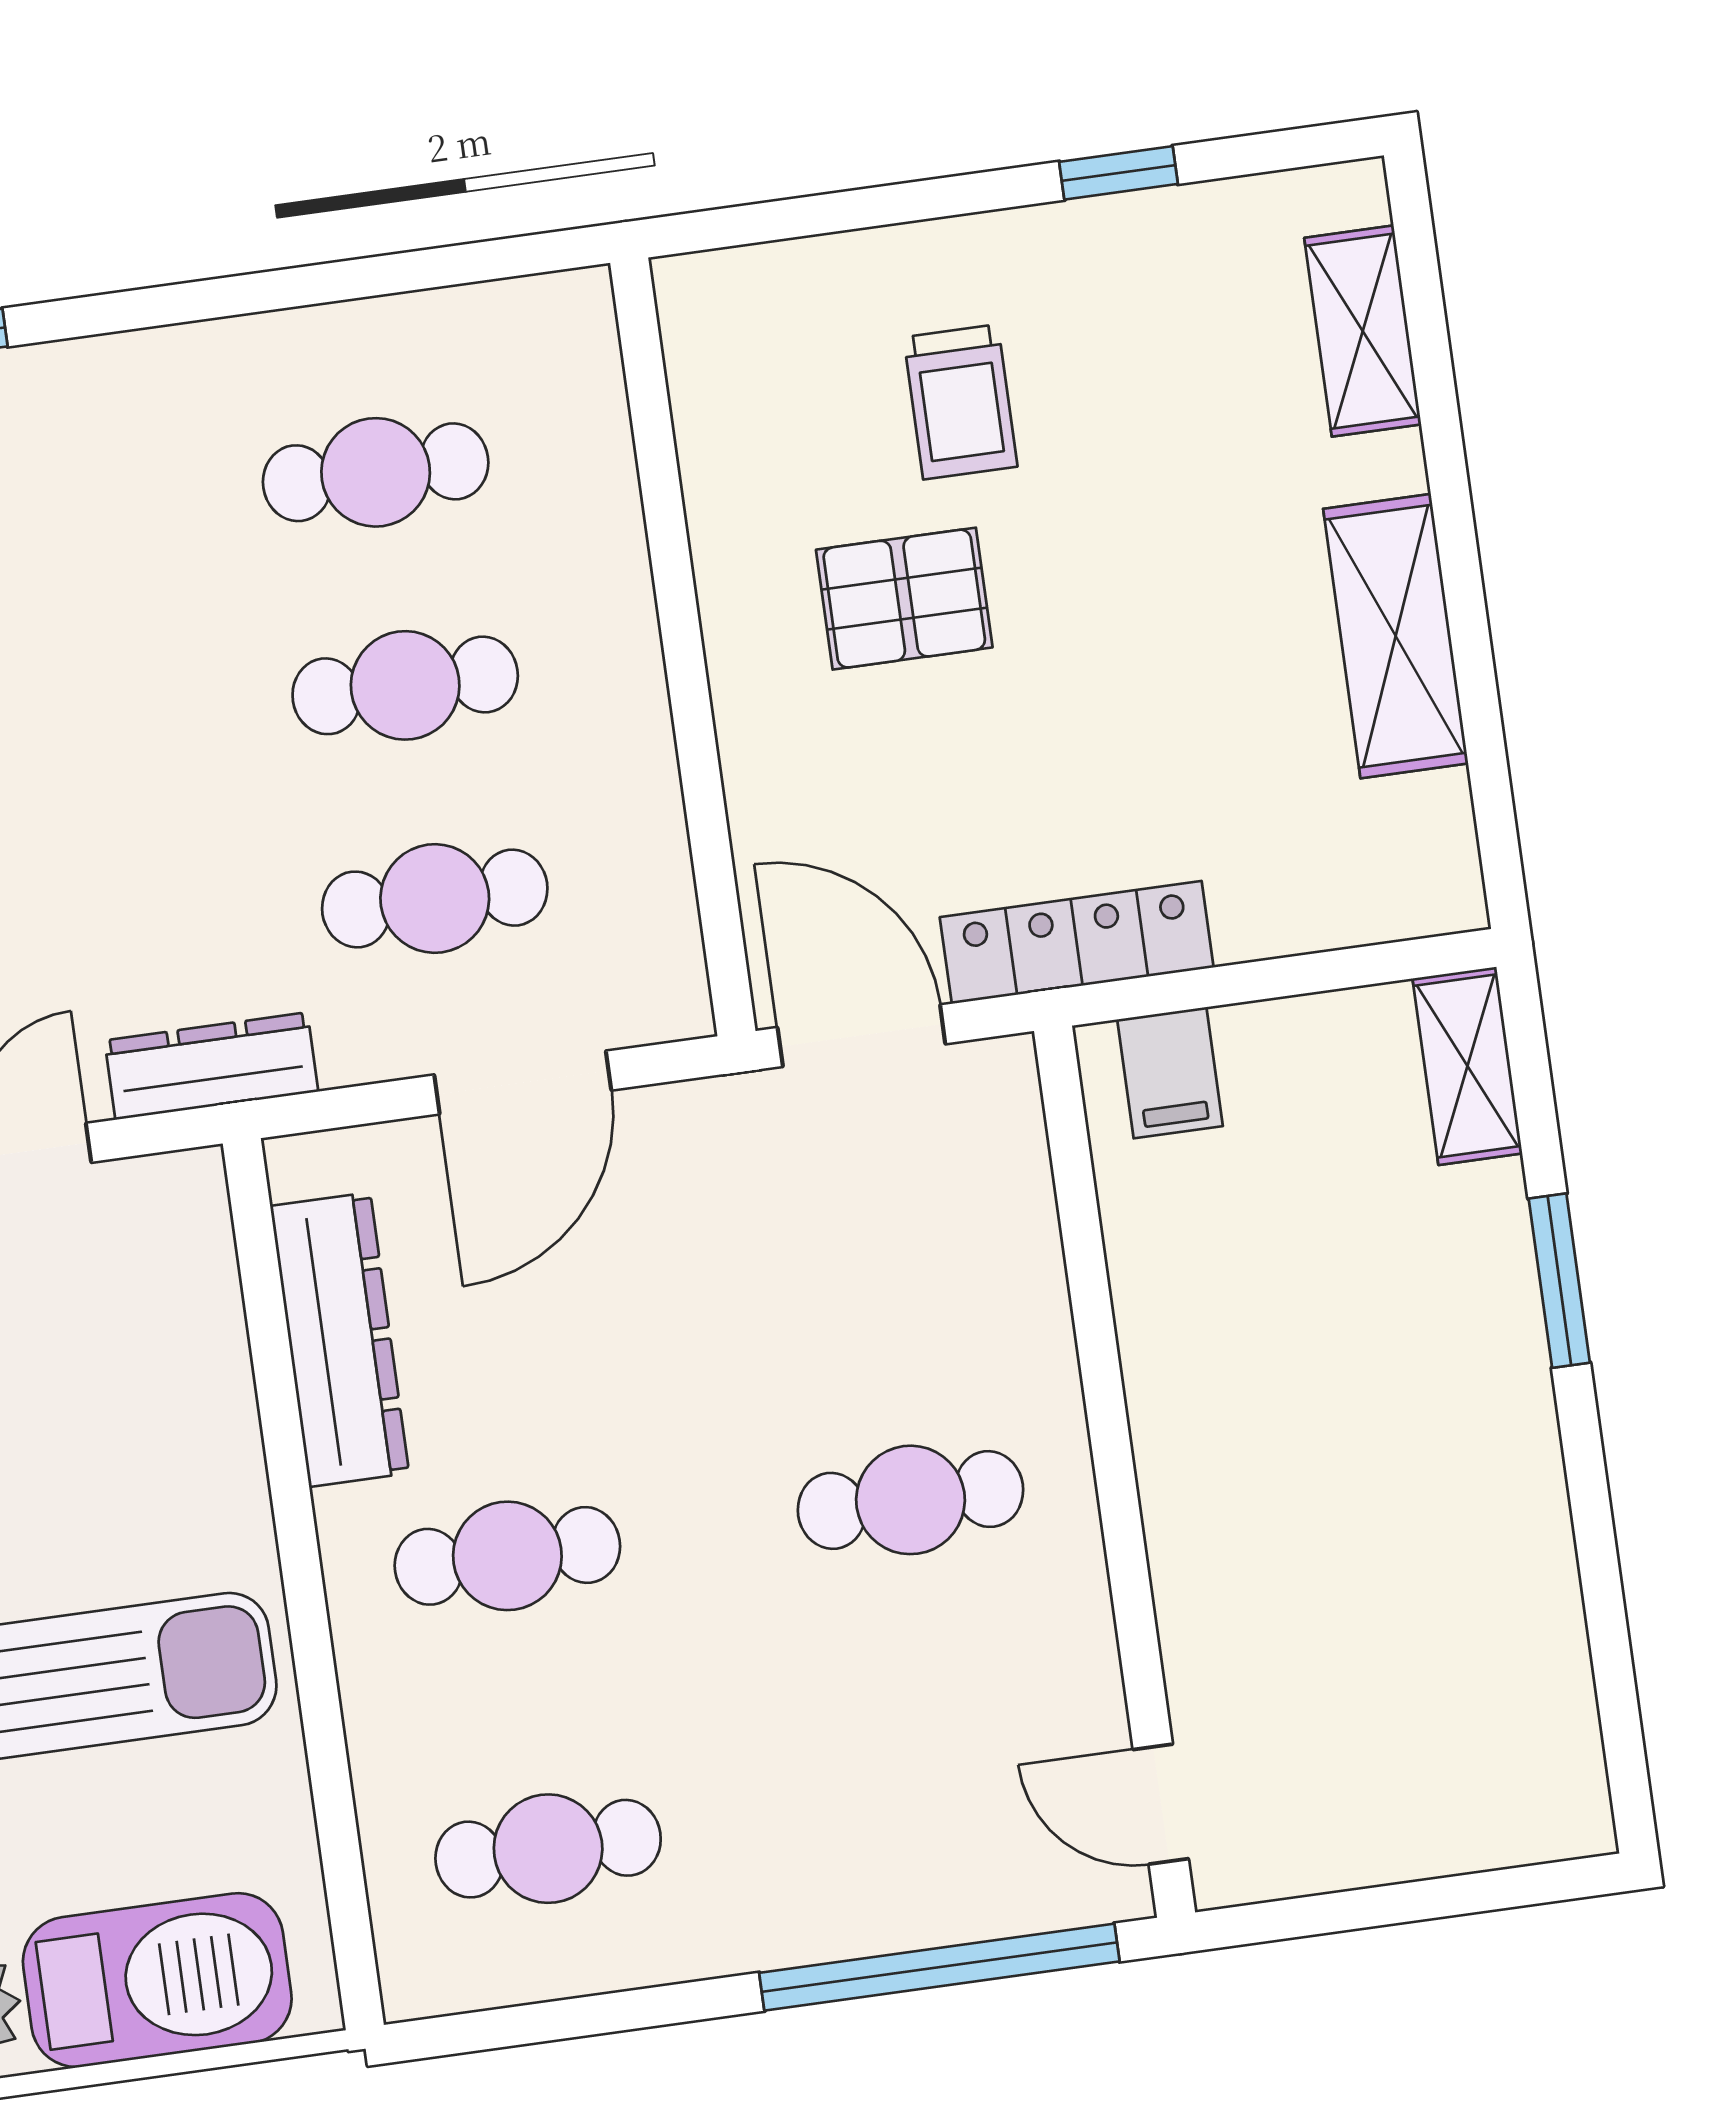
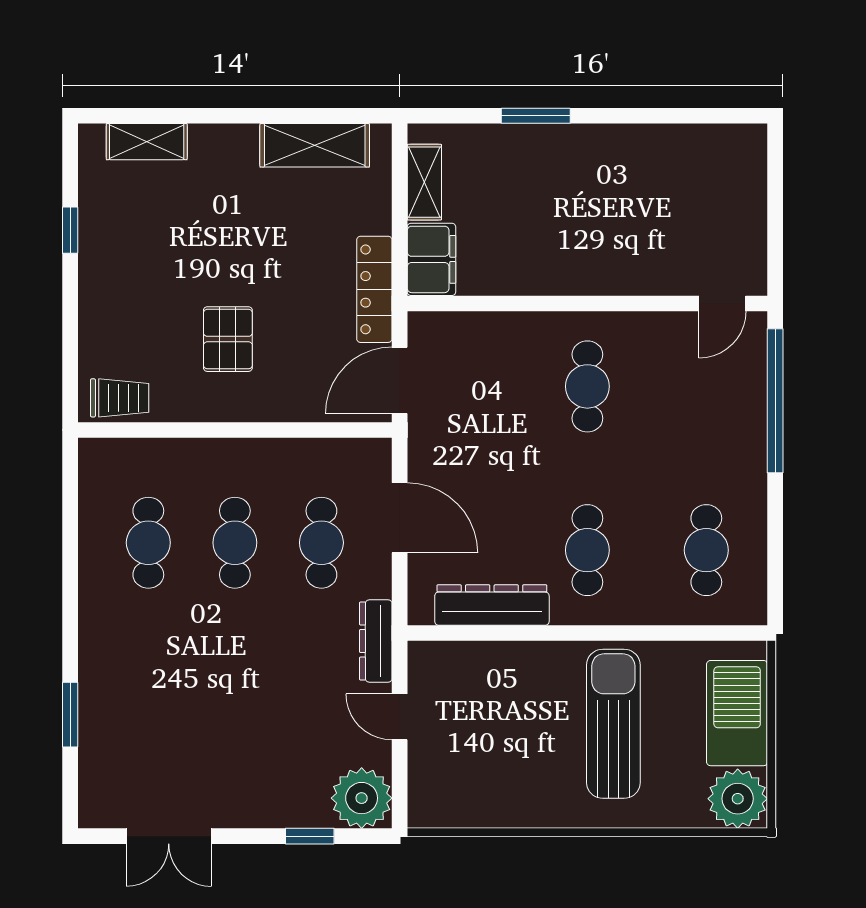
trolley: (961, 402) -> (120, 398), moved
shelving: (1396, 636) -> (315, 145), moved
shelving: (1467, 1066) -> (424, 182), moved, turned 90
filing cabinet: (1170, 1073) -> (431, 259), width x2.00

